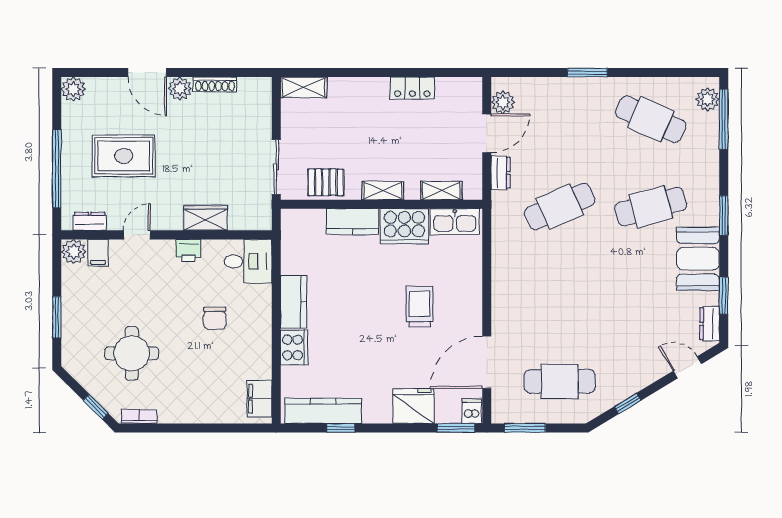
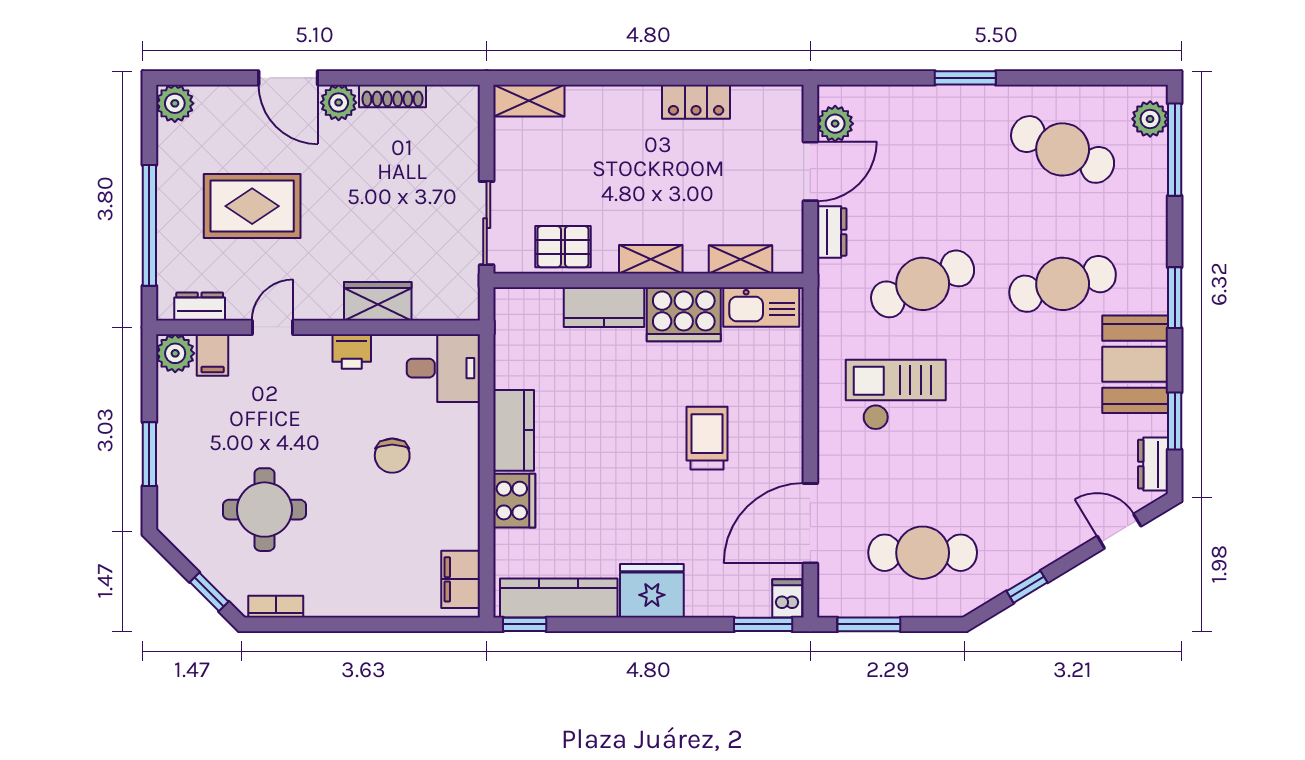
checkout: (542, 279) -> (896, 395), added
fridge: (414, 406) -> (652, 591), moved
window: (341, 428) -> (525, 624), moved

